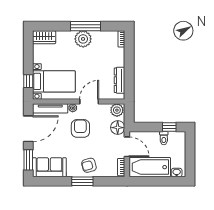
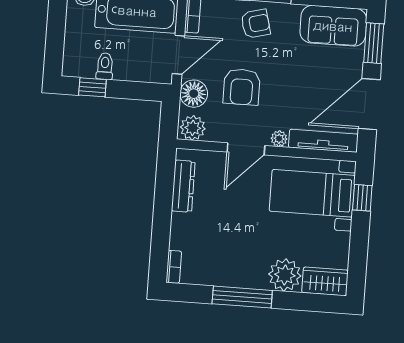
plant: (83, 39) -> (285, 275), moved
armchair: (80, 128) -> (242, 87), moved
door: (127, 147) -> (178, 55), swing flipped

